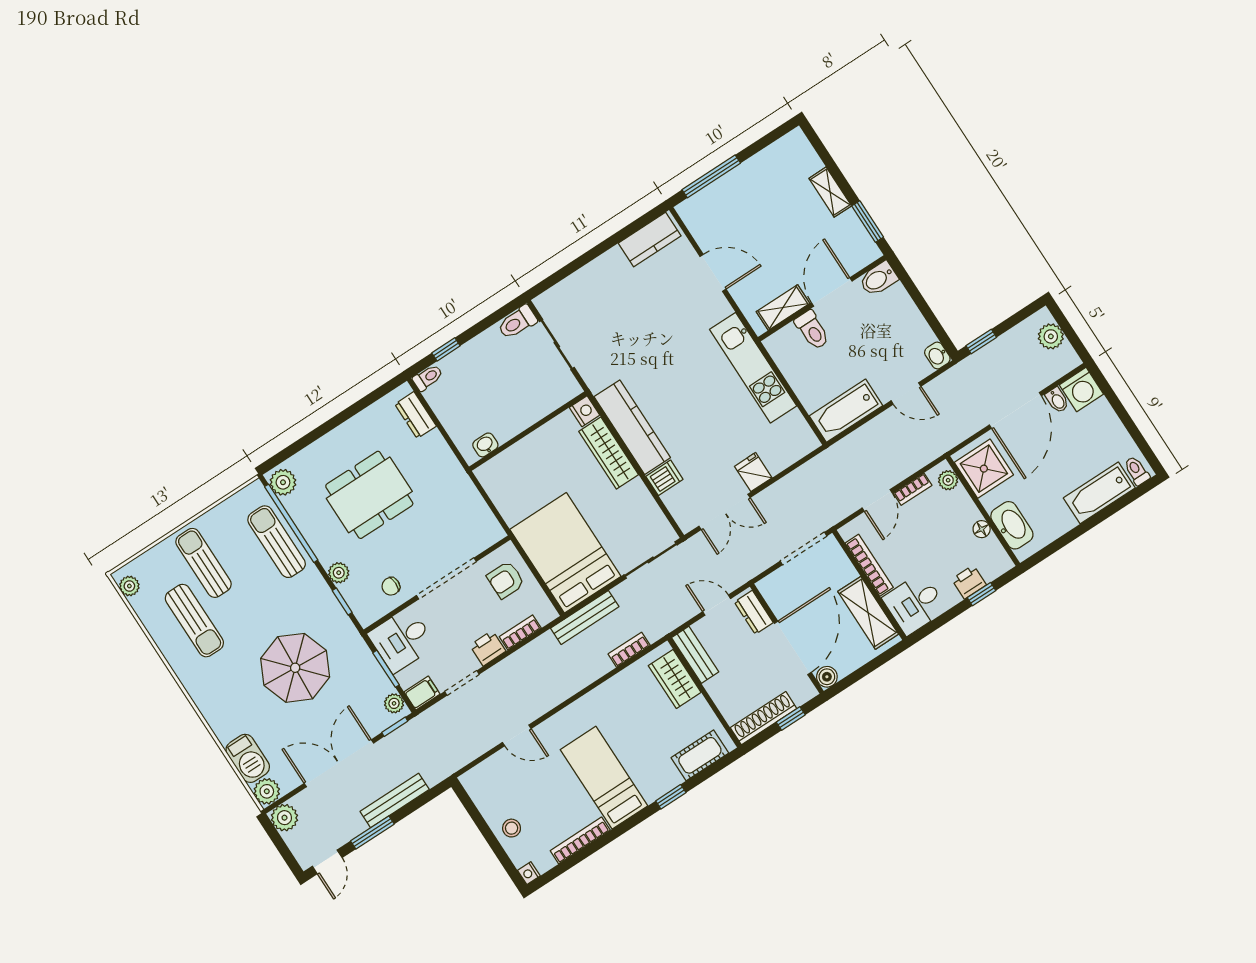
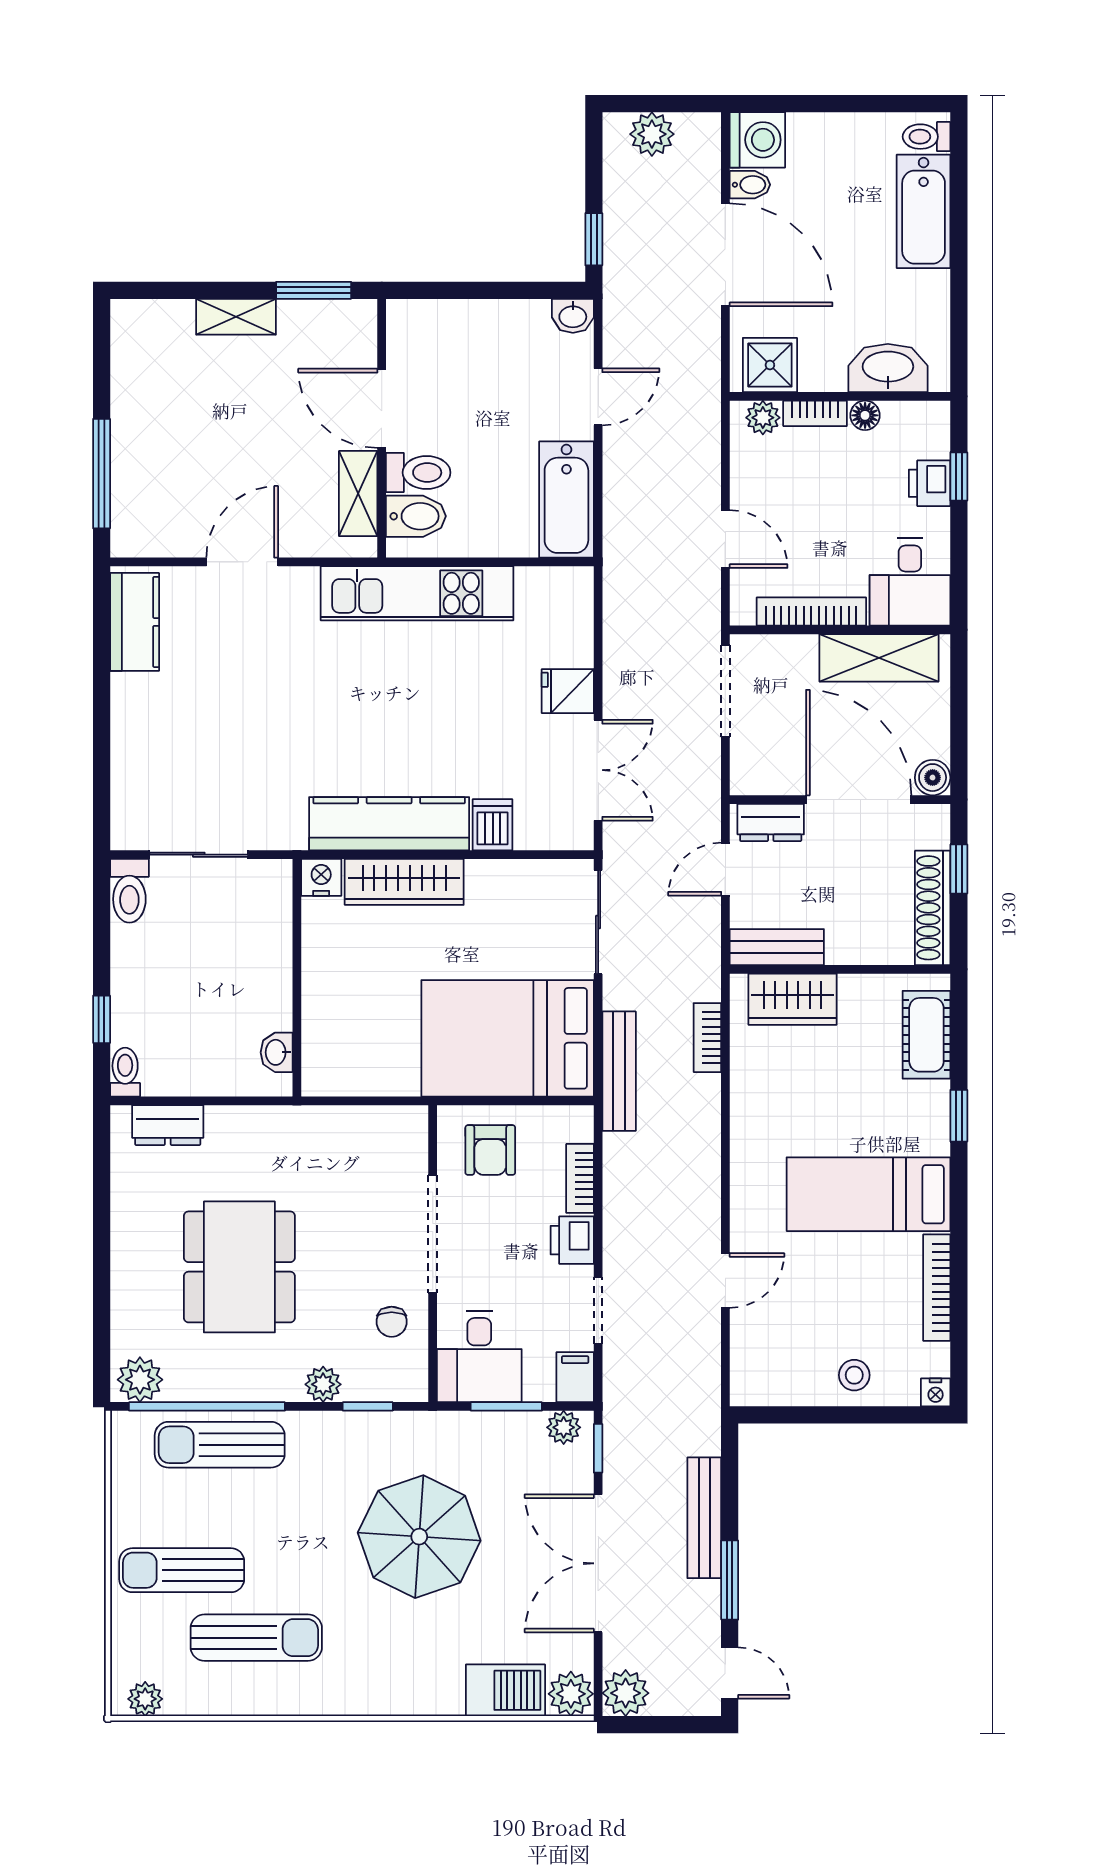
bidet: (878, 279) -> (416, 516), moved, turned -90
shower: (984, 469) -> (770, 365), width x0.73, depth x0.73
bookcase: (913, 489) -> (815, 413), moved, turned 90

